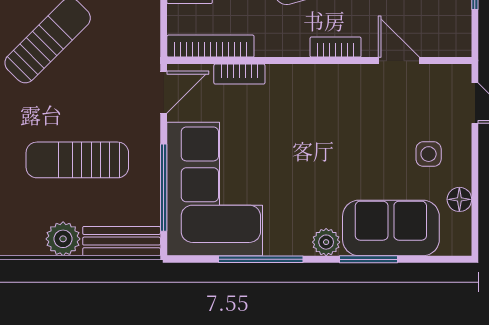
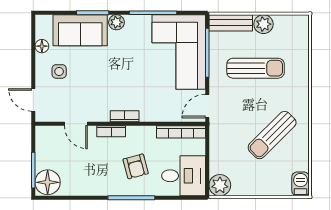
bookcase: (239, 74) -> (125, 116), moved

